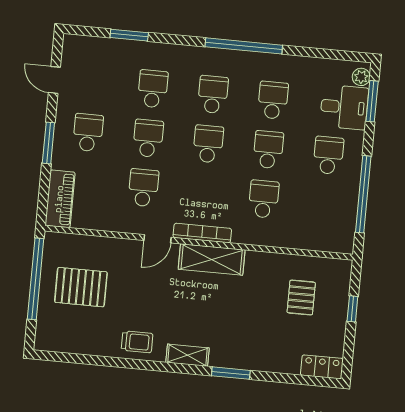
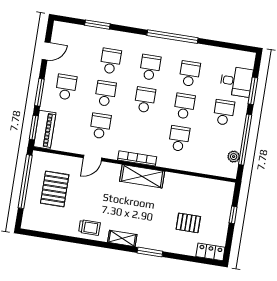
plant: (361, 77) -> (234, 157), moved
door: (54, 80) -> (46, 51), swing flipped
window: (372, 101) -> (253, 91), moved
window: (43, 197) -> (34, 128), added
door: (158, 239) -> (92, 158), moved
pallet: (81, 287) -> (55, 189), turned 90
pallet: (301, 297) -> (188, 223), moved, turned 90

